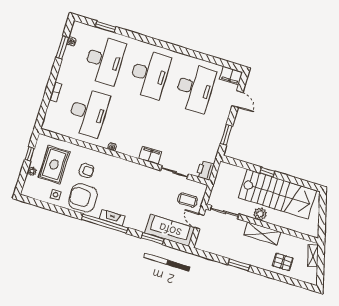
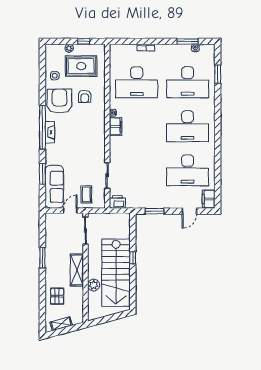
filing cabinet: (150, 155) -> (116, 126), moved
plant: (260, 214) -> (94, 285), moved
shelving: (313, 256) -> (61, 324), moved

